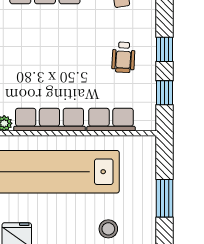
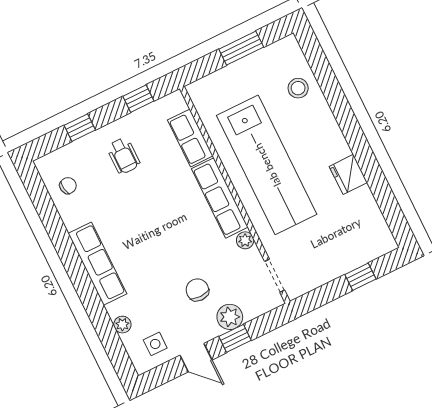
window: (164, 49) -> (80, 128), moved
wheelchair: (123, 57) -> (123, 156), turned 87

